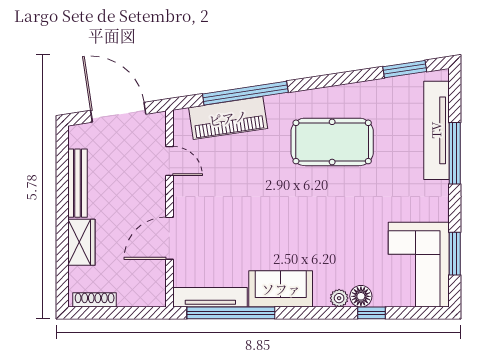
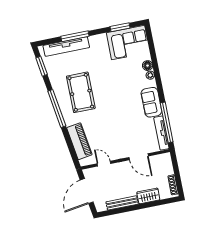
window: (245, 93) -> (57, 108), moved
door: (169, 161) -> (104, 164), hinge flipped
window: (371, 313) -> (154, 59), removed

